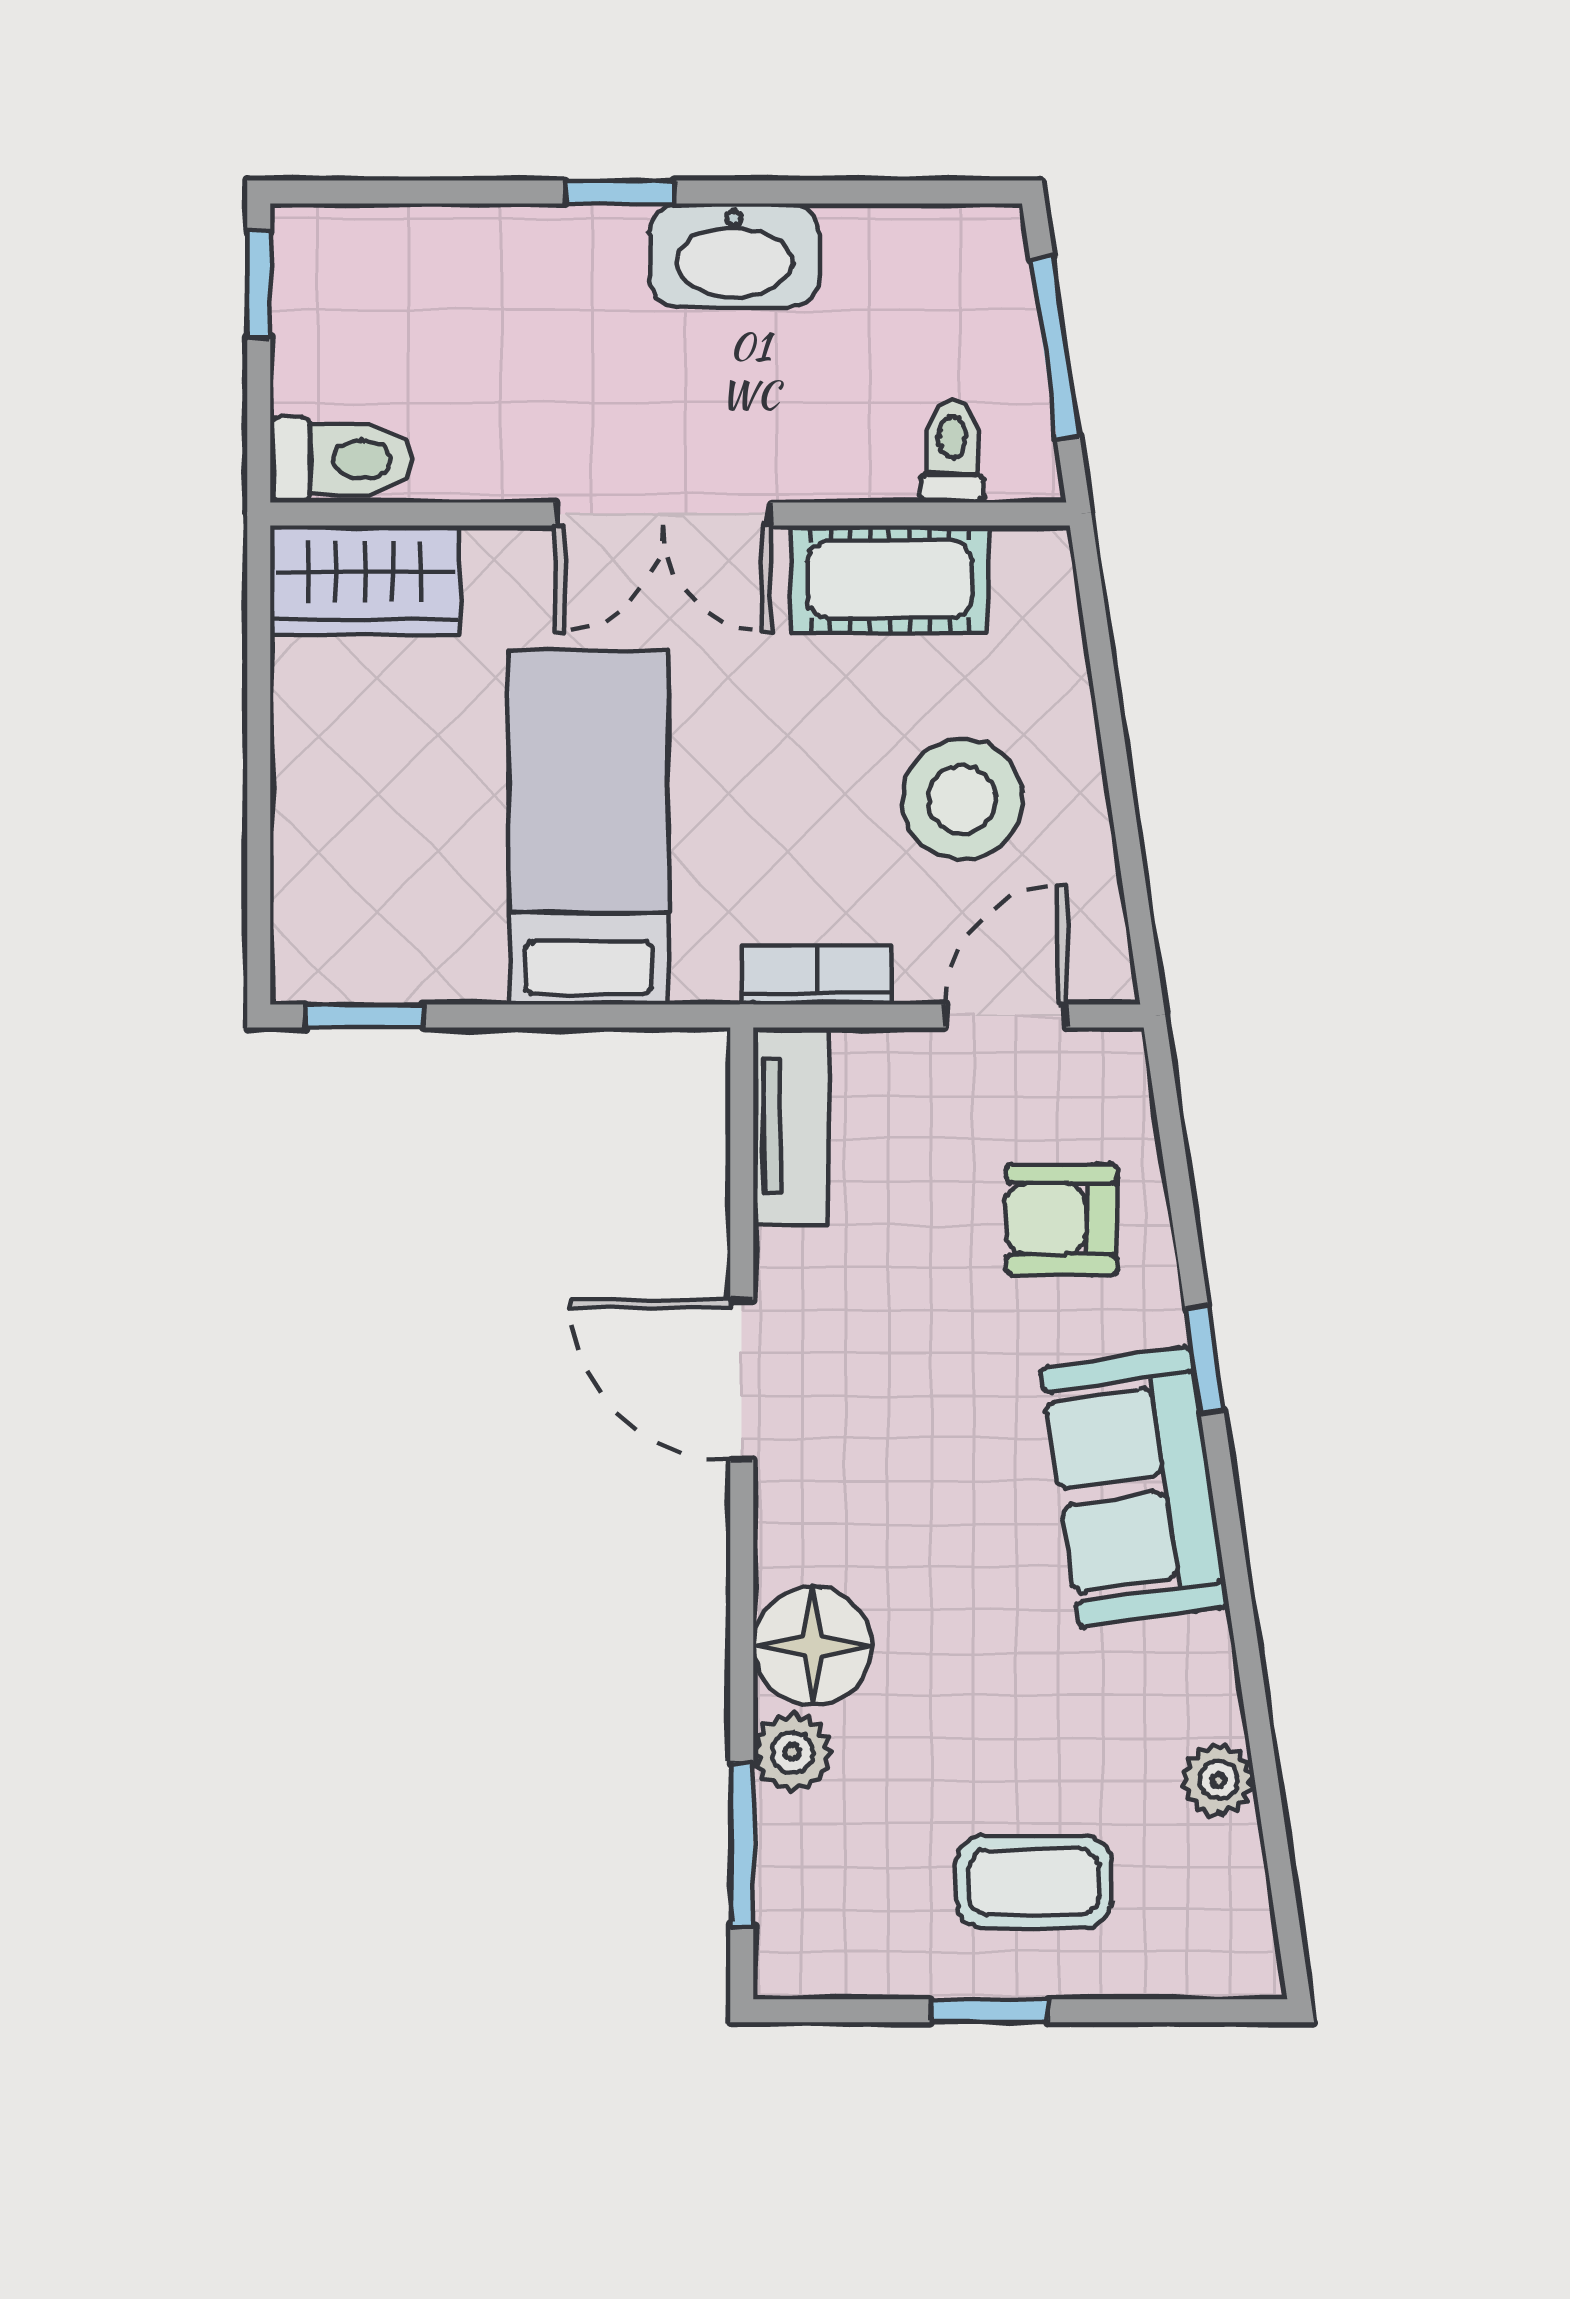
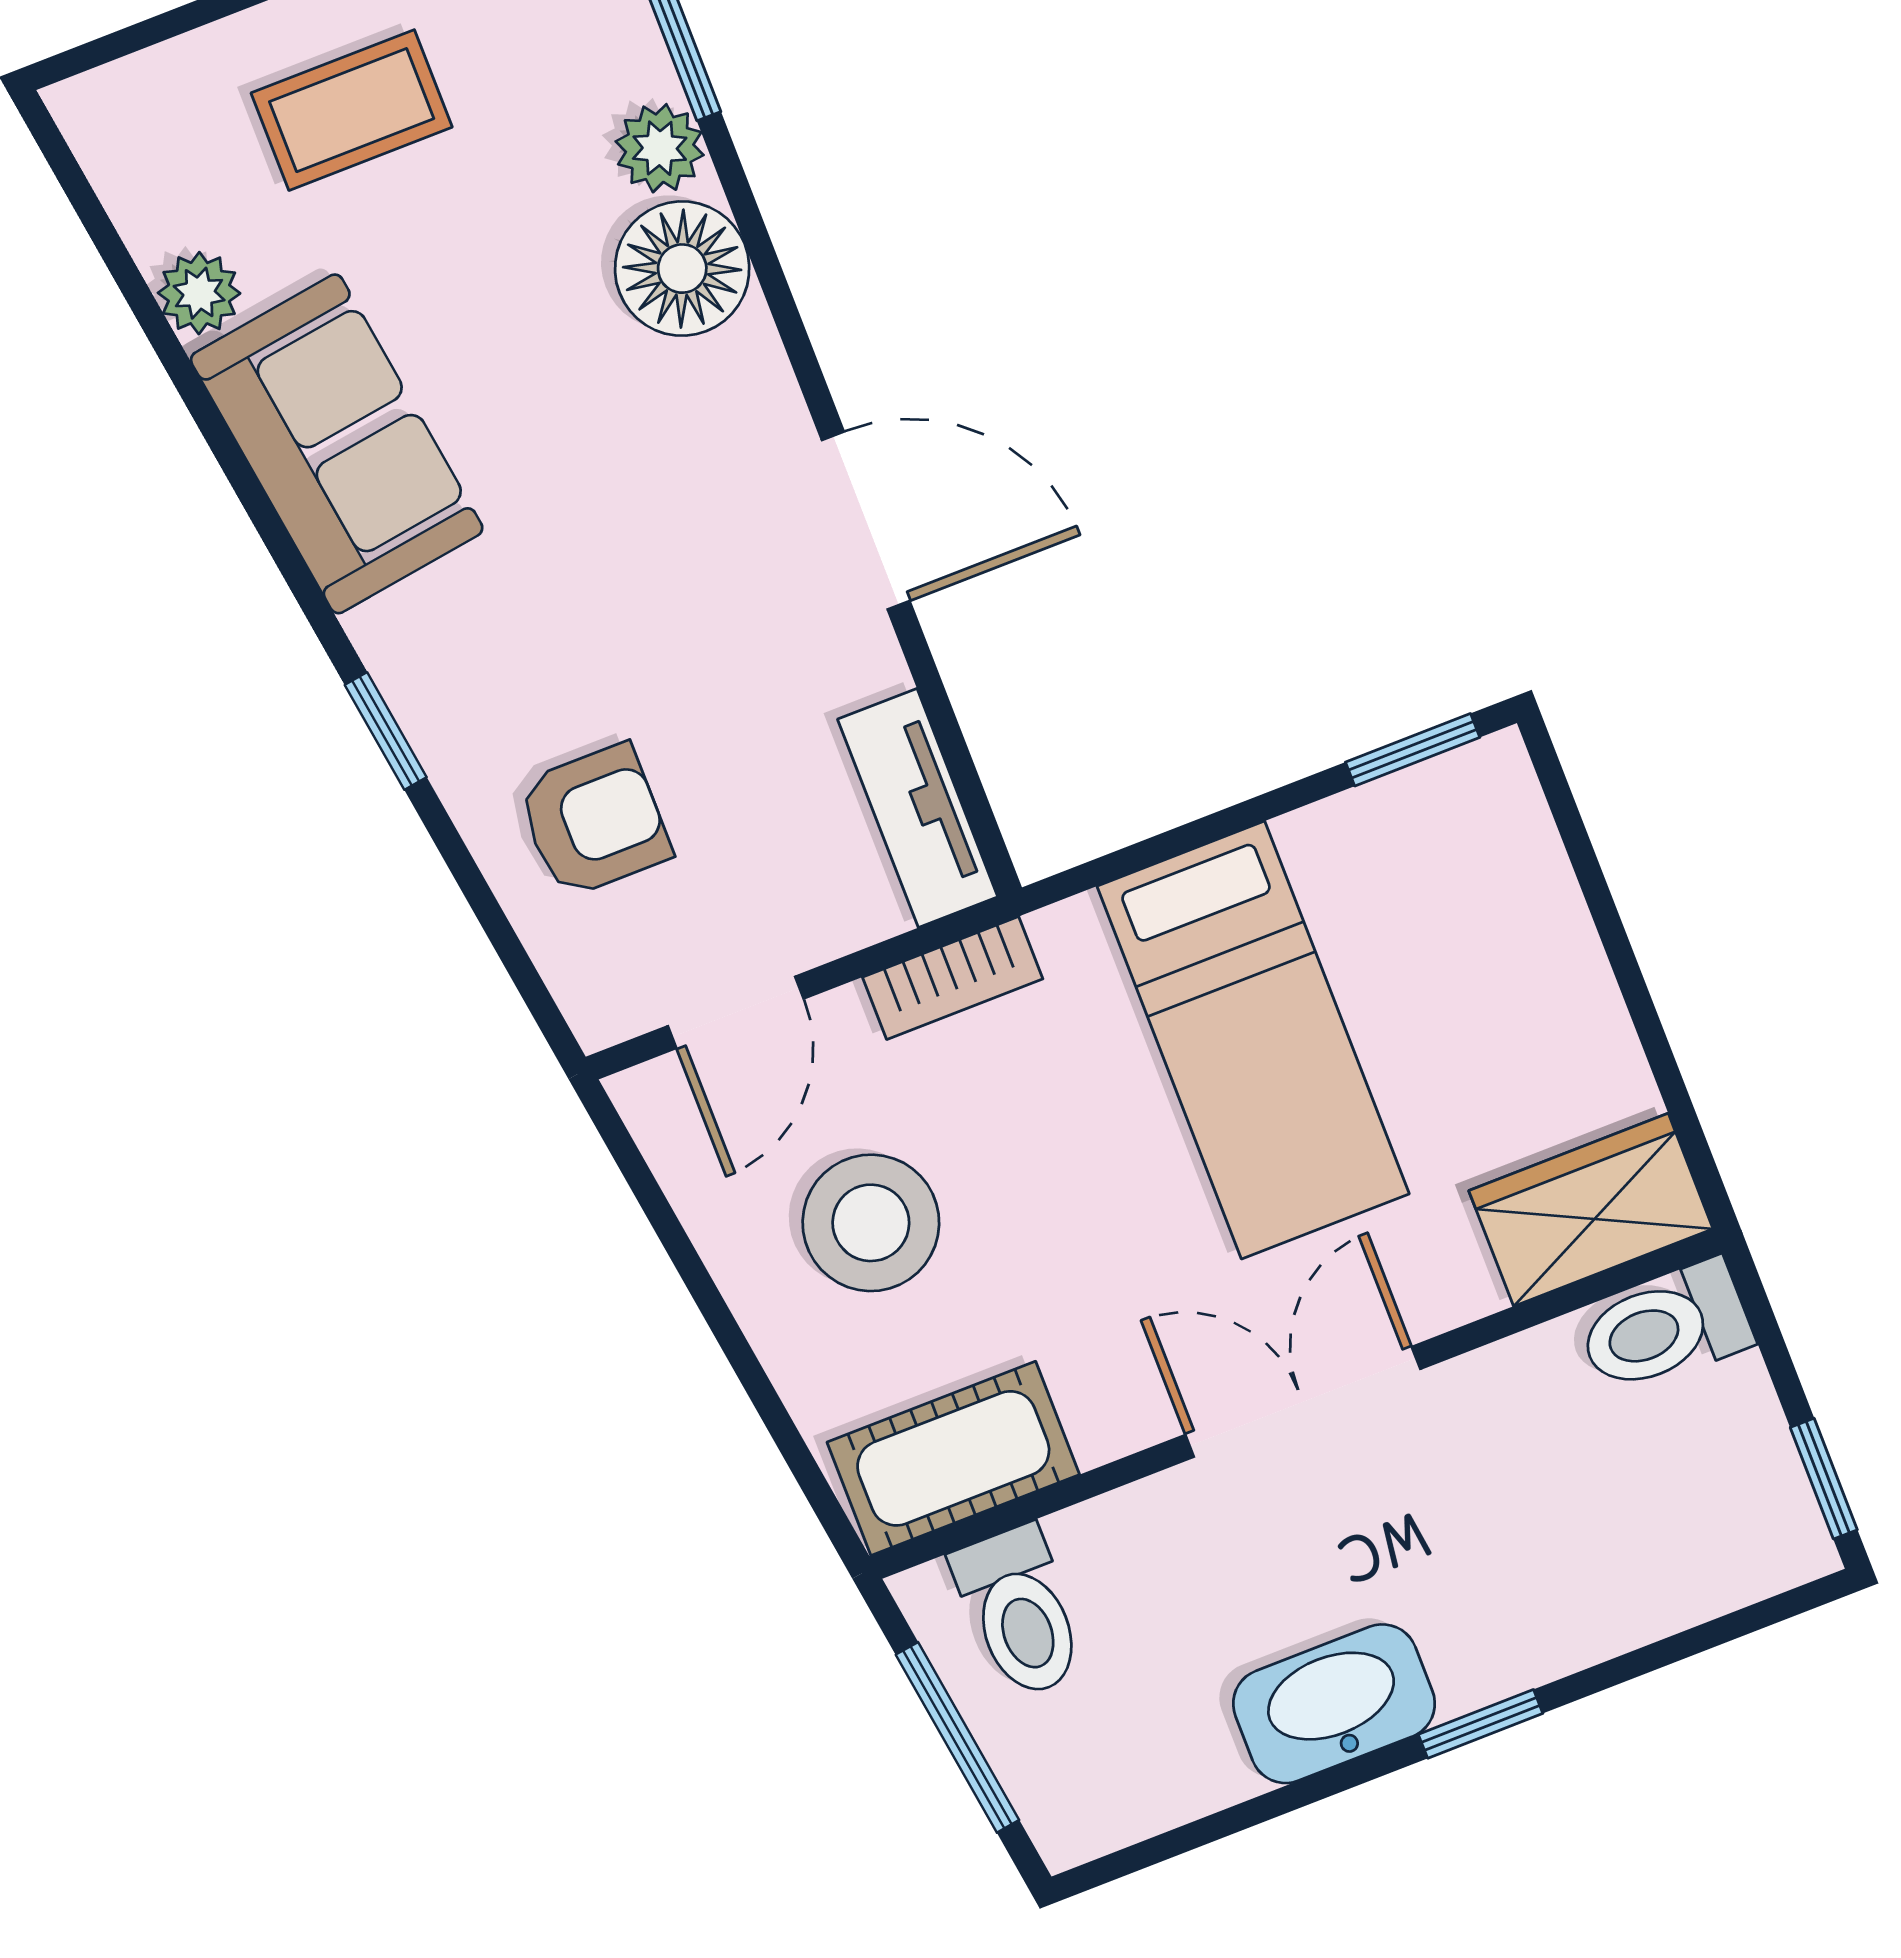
toilet: (952, 451) -> (1020, 1612), width x1.37, depth x1.39
cot: (890, 579) -> (953, 1458), moved
sofa: (1135, 1487) -> (337, 444), moved

